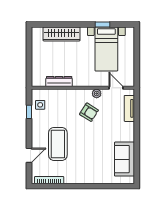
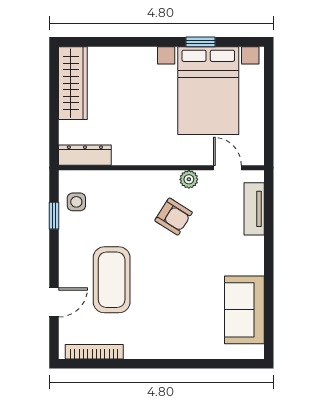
wardrobe: (62, 34) -> (73, 83), moved, turned -90
bed with nightstands: (106, 49) -> (208, 91), width x1.36
dresser: (59, 81) -> (85, 155), moved

